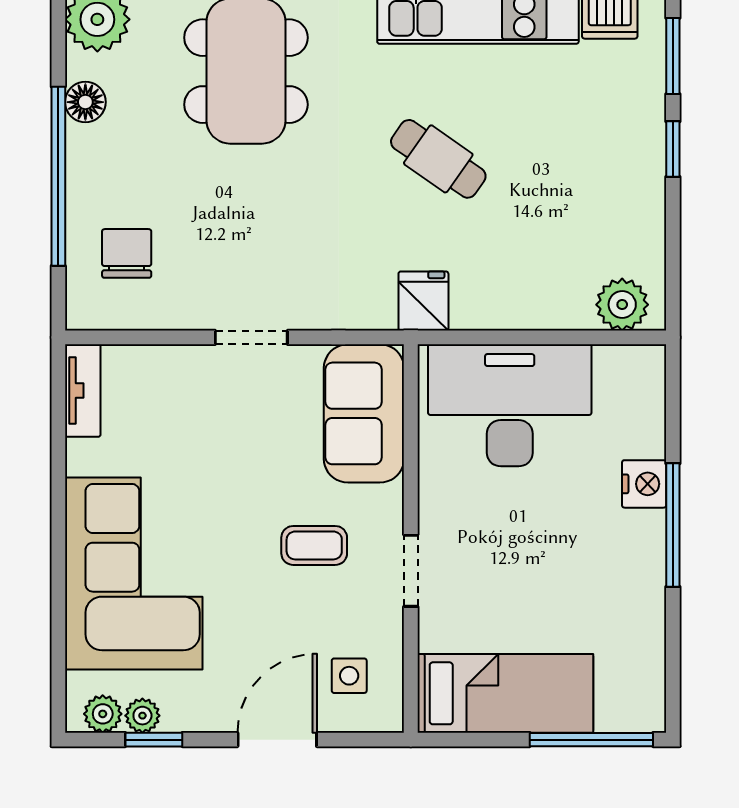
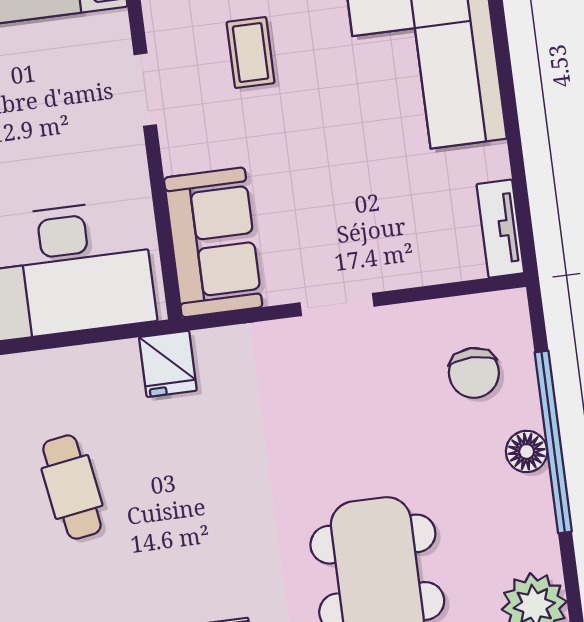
floor lamp: (85, 102) -> (527, 451), moved
cafe table: (438, 159) -> (72, 487), moved, turned 46
coffee table: (314, 545) -> (251, 52), moved, turned 90

